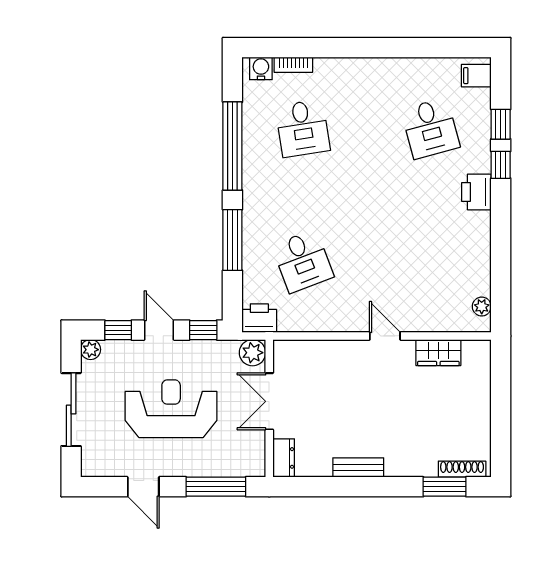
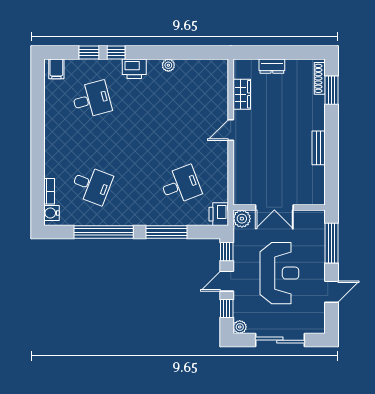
desk: (303, 128) -> (92, 185), turned 30
plant: (482, 307) -> (168, 65), moved
reception desk: (171, 409) -> (279, 273), turned 180
dresser: (284, 458) -> (272, 66), moved, turned 180

